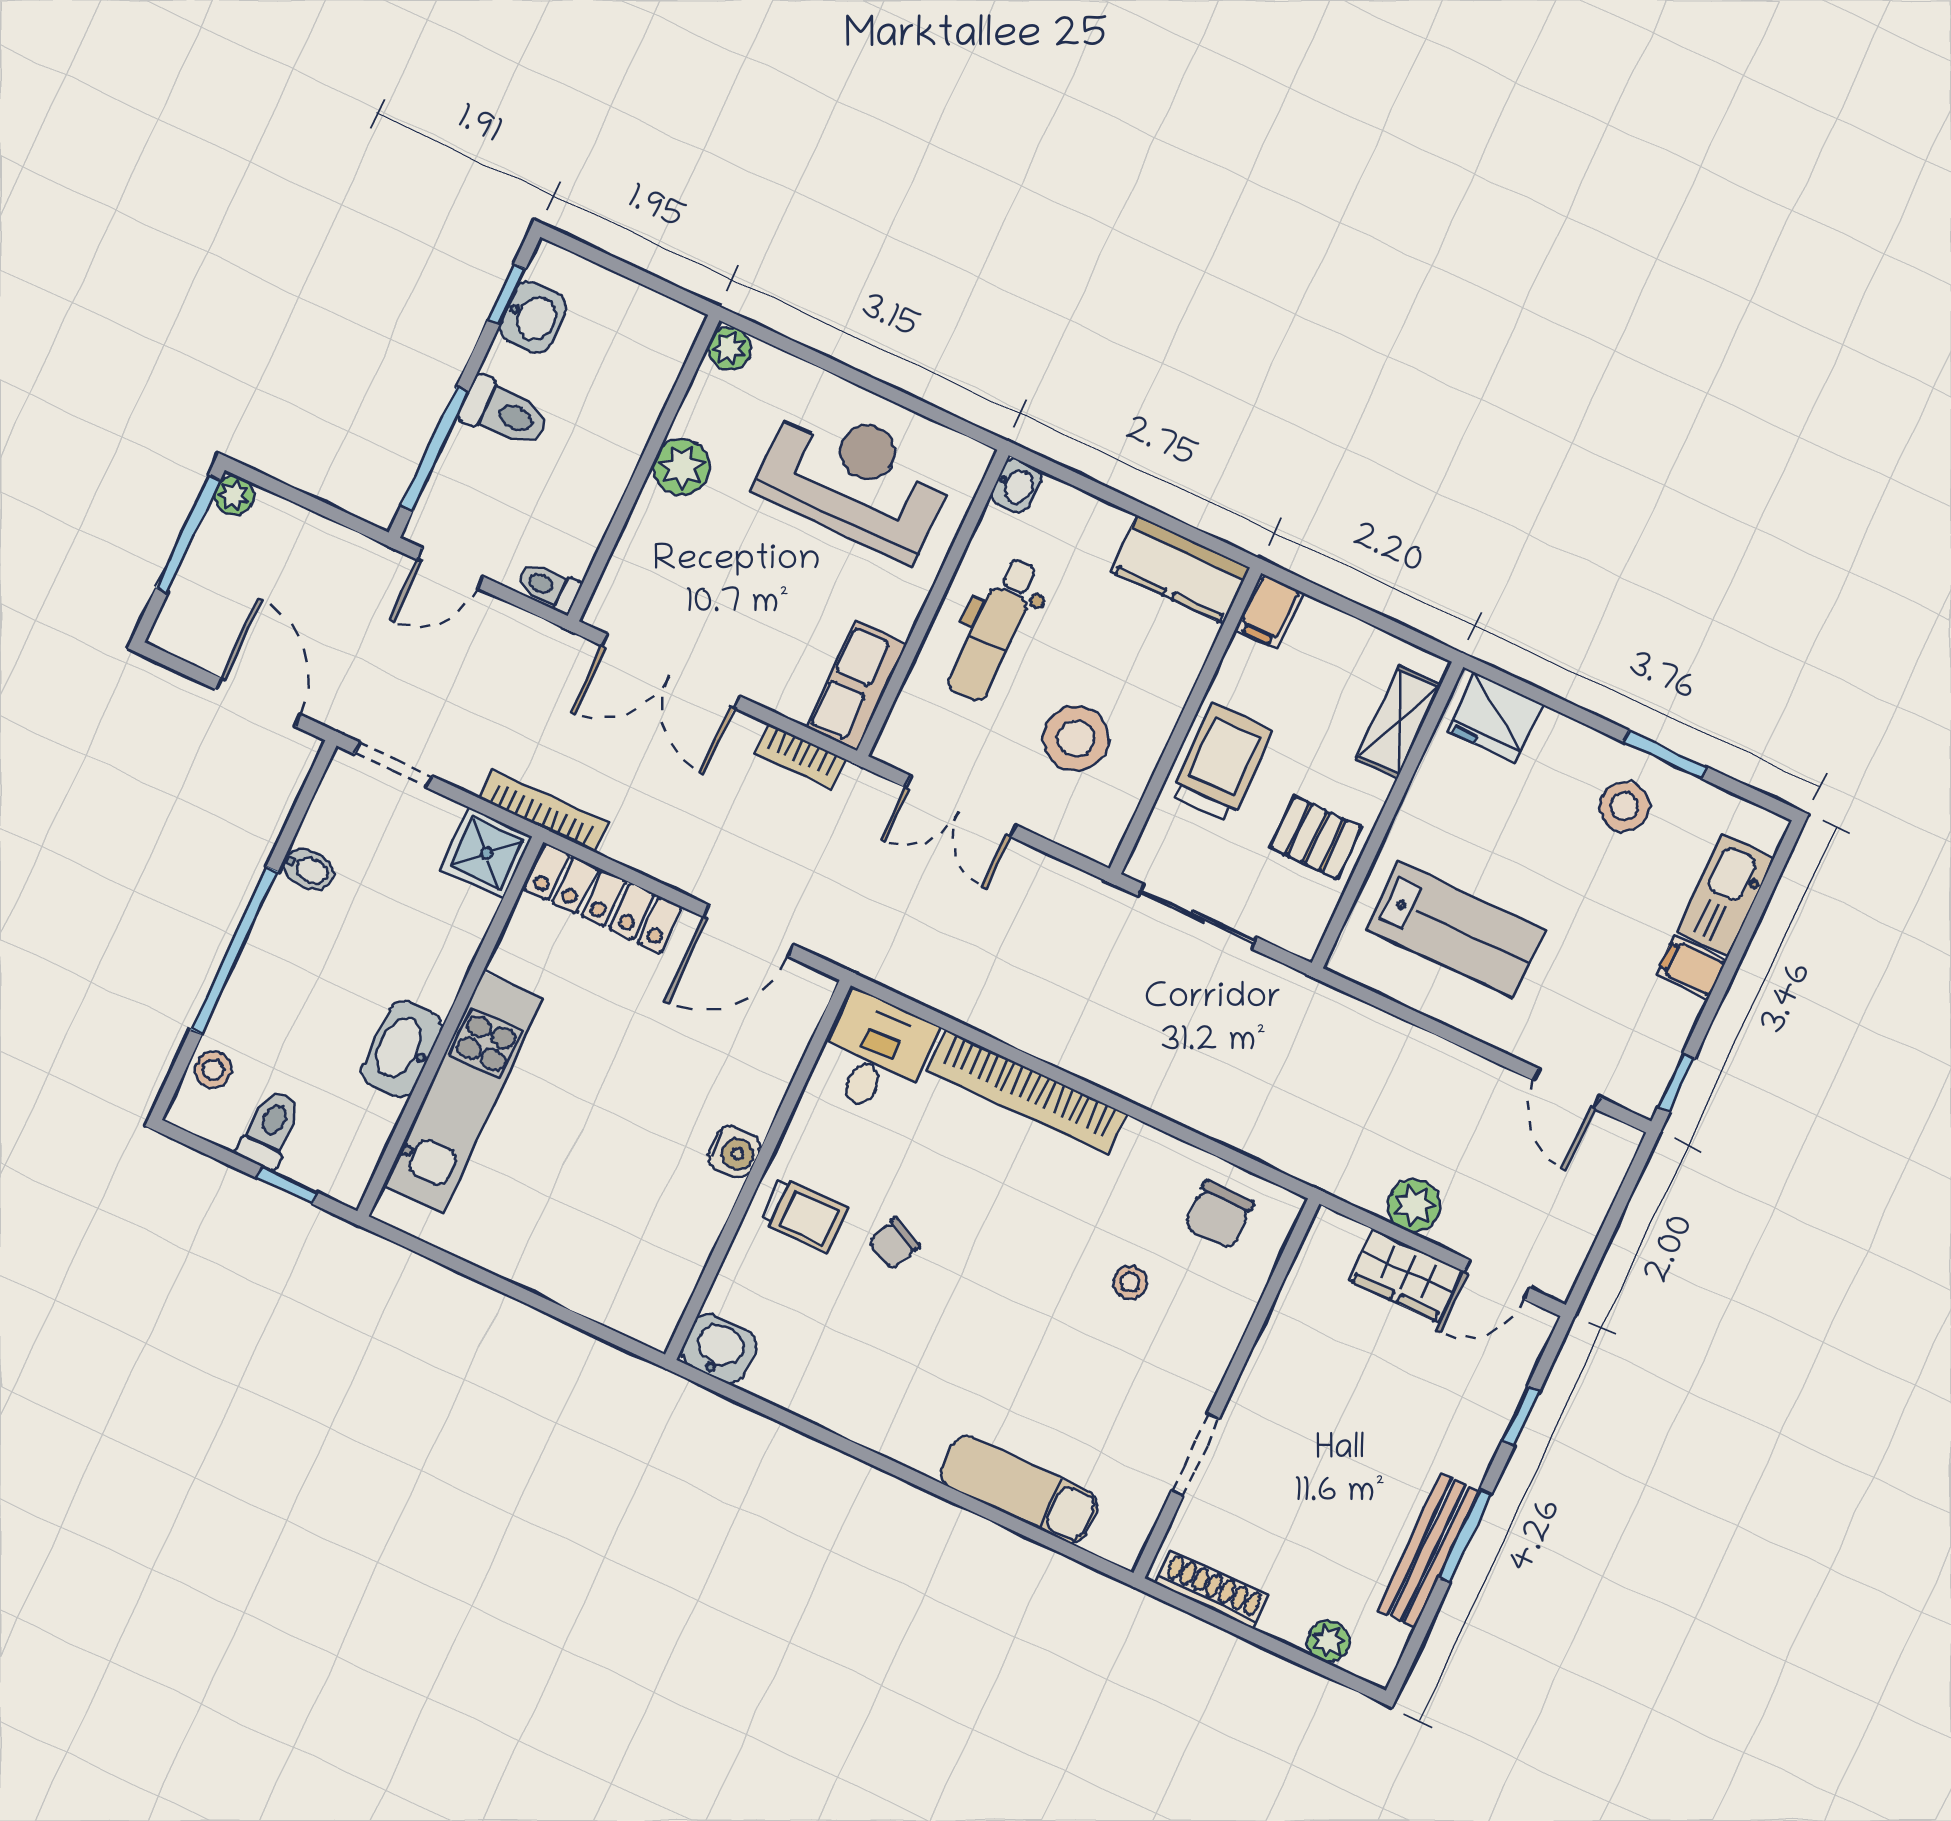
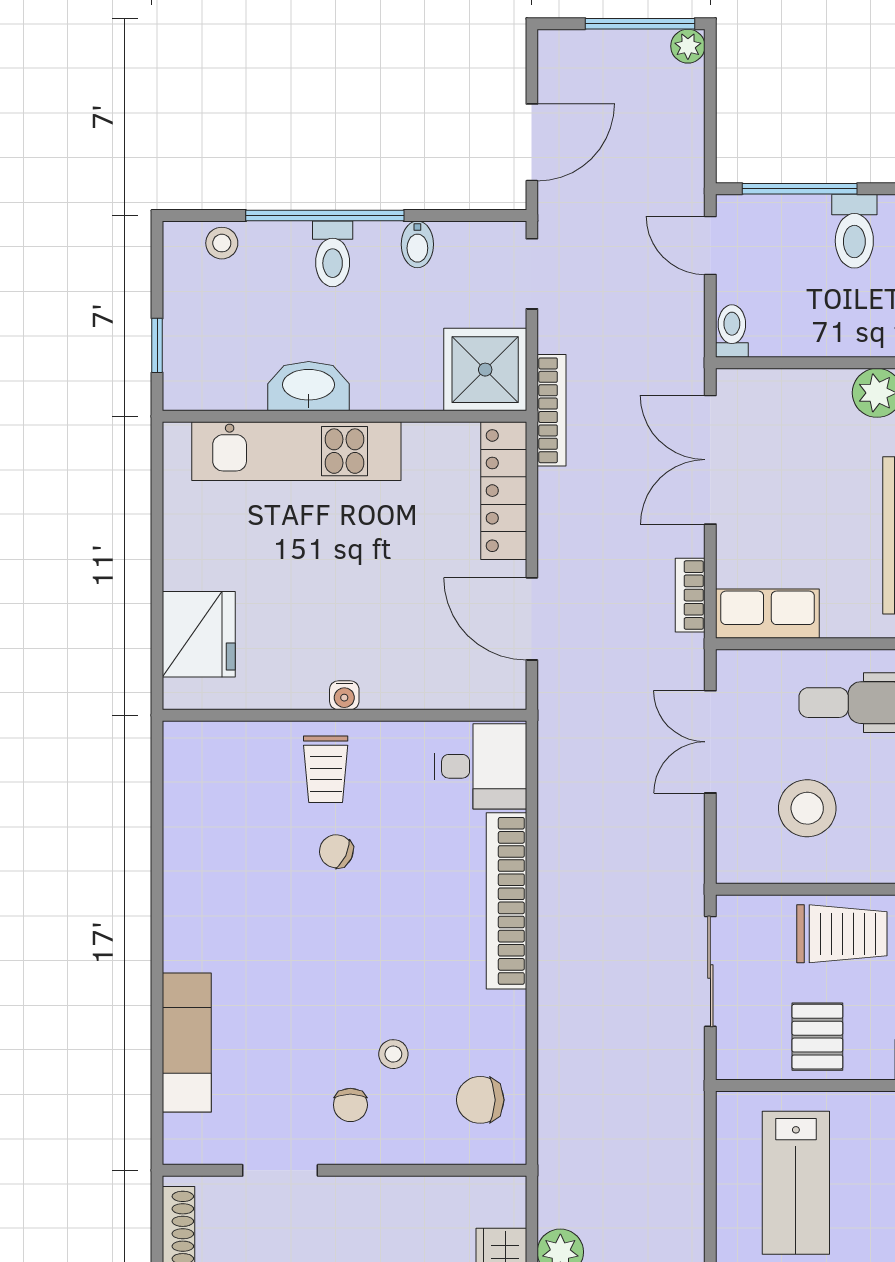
shower: (486, 853) -> (485, 370), width x1.36, depth x1.36
toilet: (270, 1129) -> (333, 254), moved, turned 90
water cooler: (734, 1152) -> (344, 695), width x0.72, depth x0.72
fridge: (605, 1281) -> (199, 634), added
washbasin: (719, 1349) -> (187, 751), removed
chair: (1162, 1351) -> (350, 1105), added

